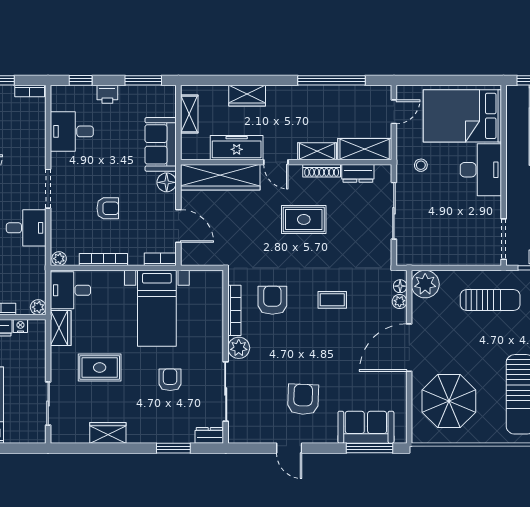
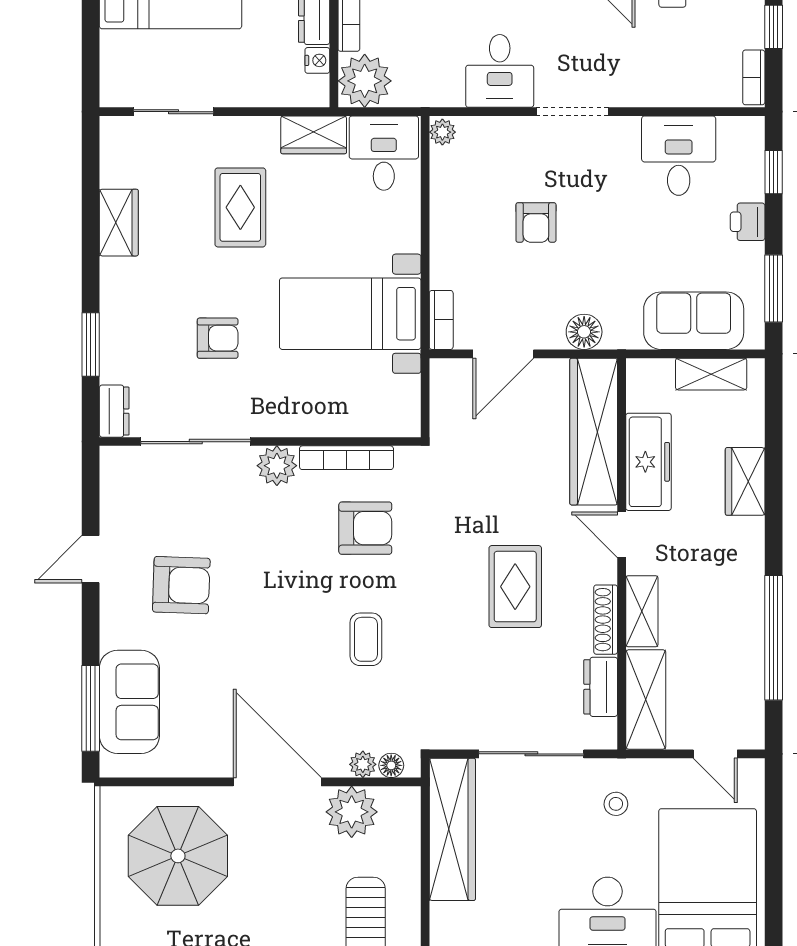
sofa: (161, 144) -> (694, 321), moved
door: (276, 162) -> (622, 535), hinge flipped
wardrobe: (435, 253) -> (452, 829), added
bookcase: (103, 260) -> (441, 214), removed
plant: (425, 284) -> (352, 812), moved
plant: (38, 307) -> (365, 81), width x1.88, depth x1.88

